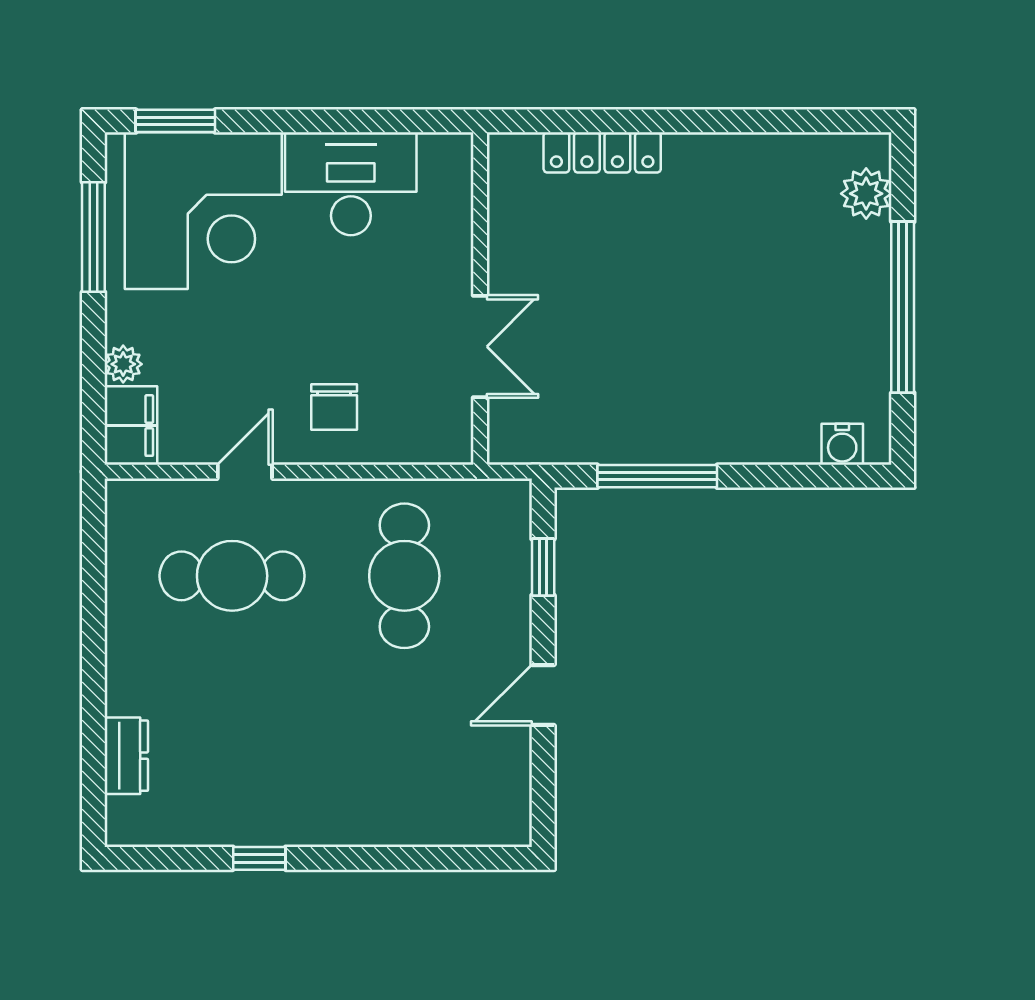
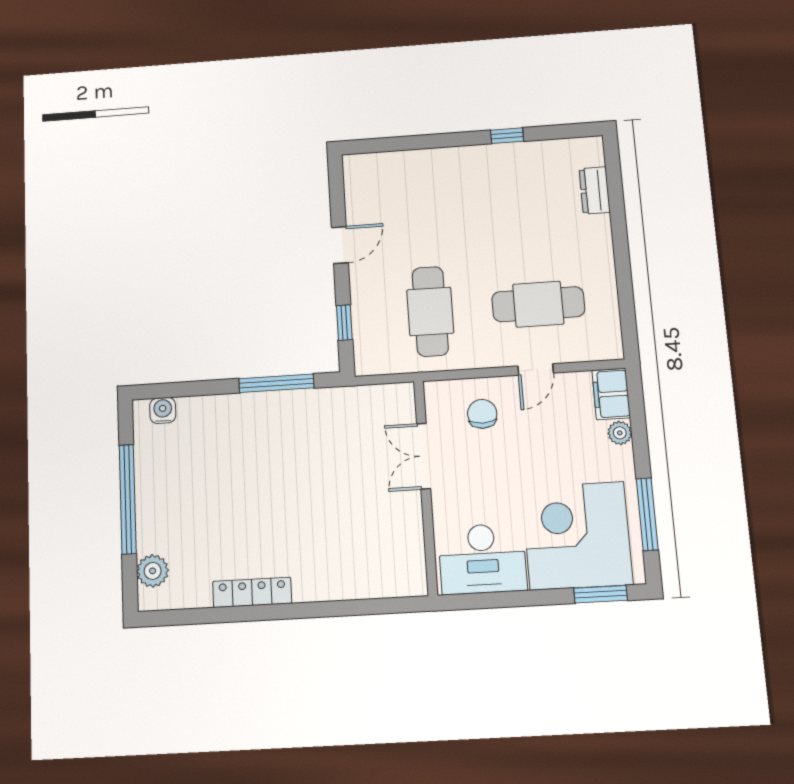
locker: (602, 152) -> (252, 592), moved
wall: (480, 299) -> (426, 487), moved
double door: (480, 347) -> (424, 456), moved

